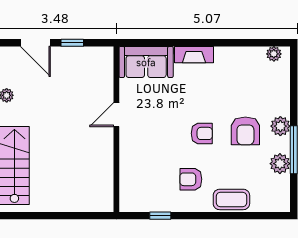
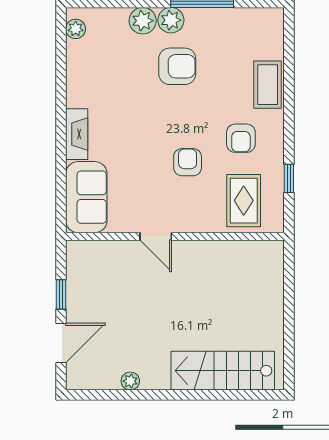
armchair: (202, 133) -> (188, 162), moved
plant: (280, 164) -> (143, 21), moved
rug: (143, 181) -> (244, 201), added

